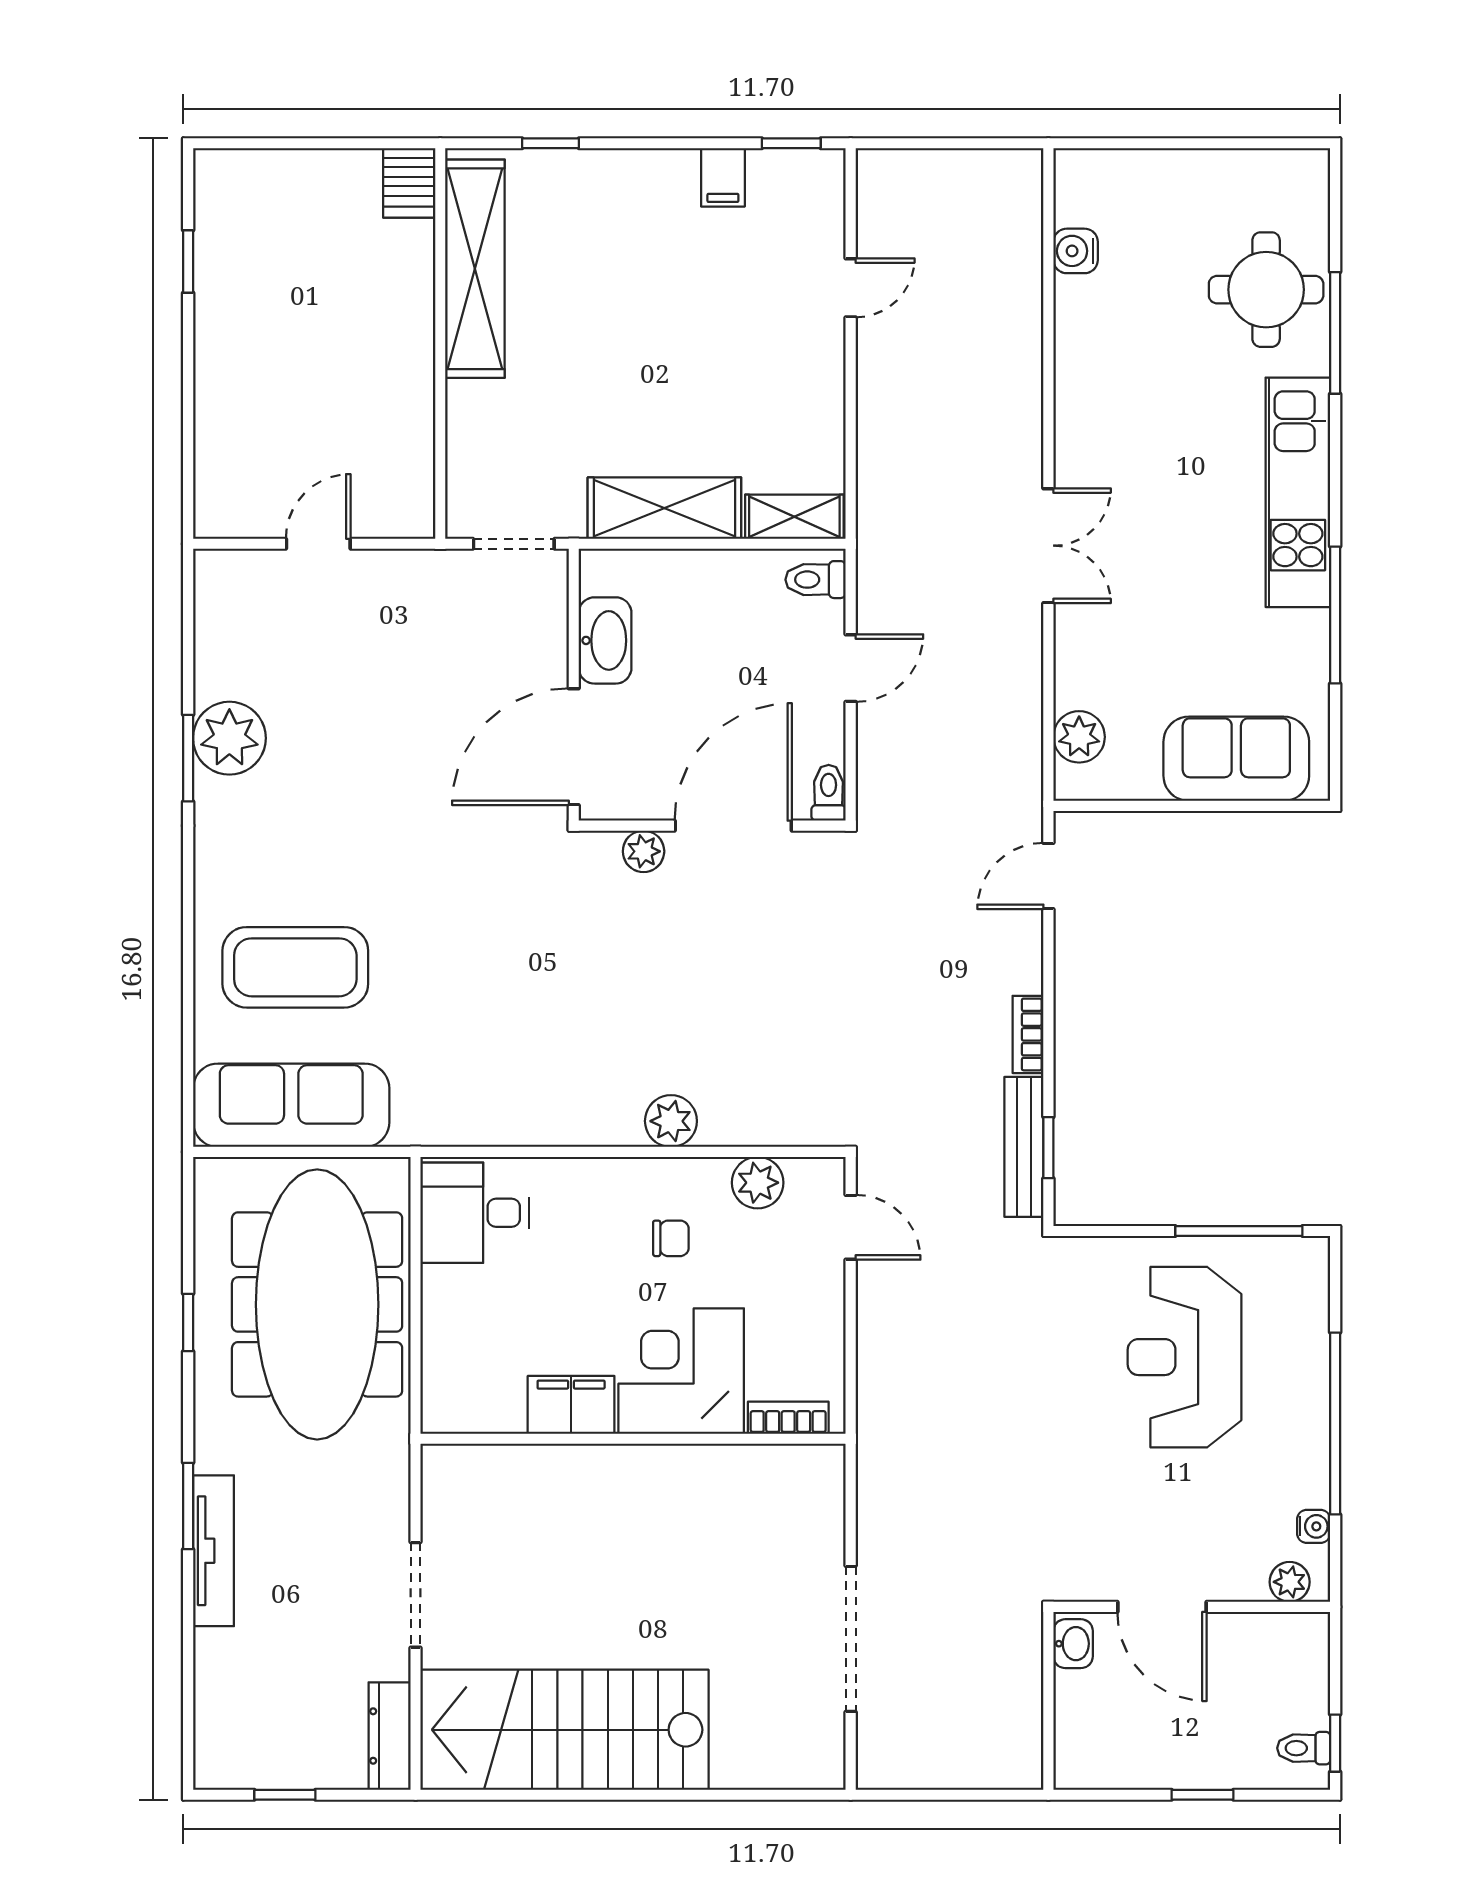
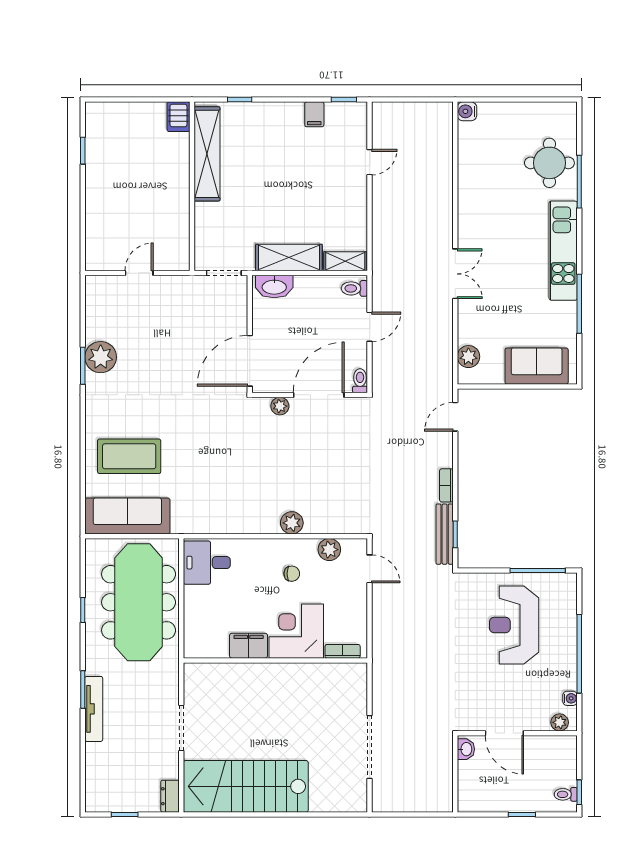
water cooler: (1076, 251) -> (467, 111), moved
washbasin: (605, 640) -> (274, 287), moved, turned 90
dresser: (390, 1736) -> (170, 796), width x0.70

